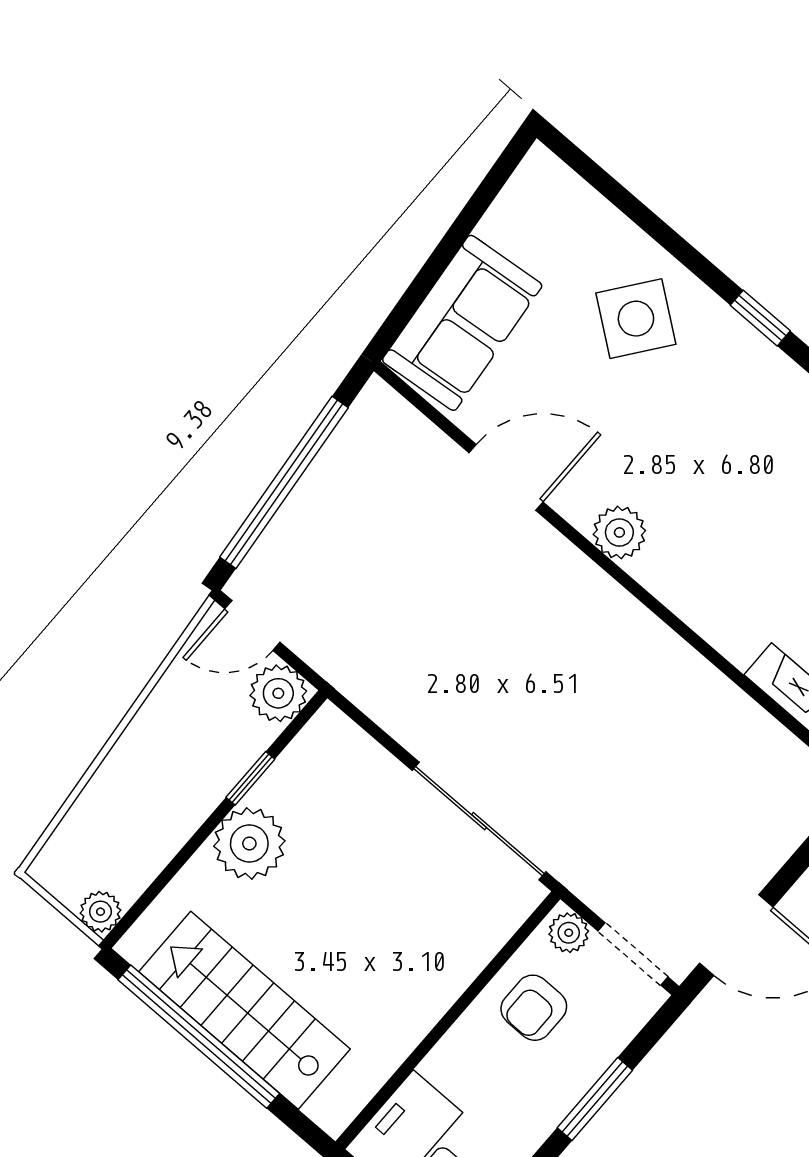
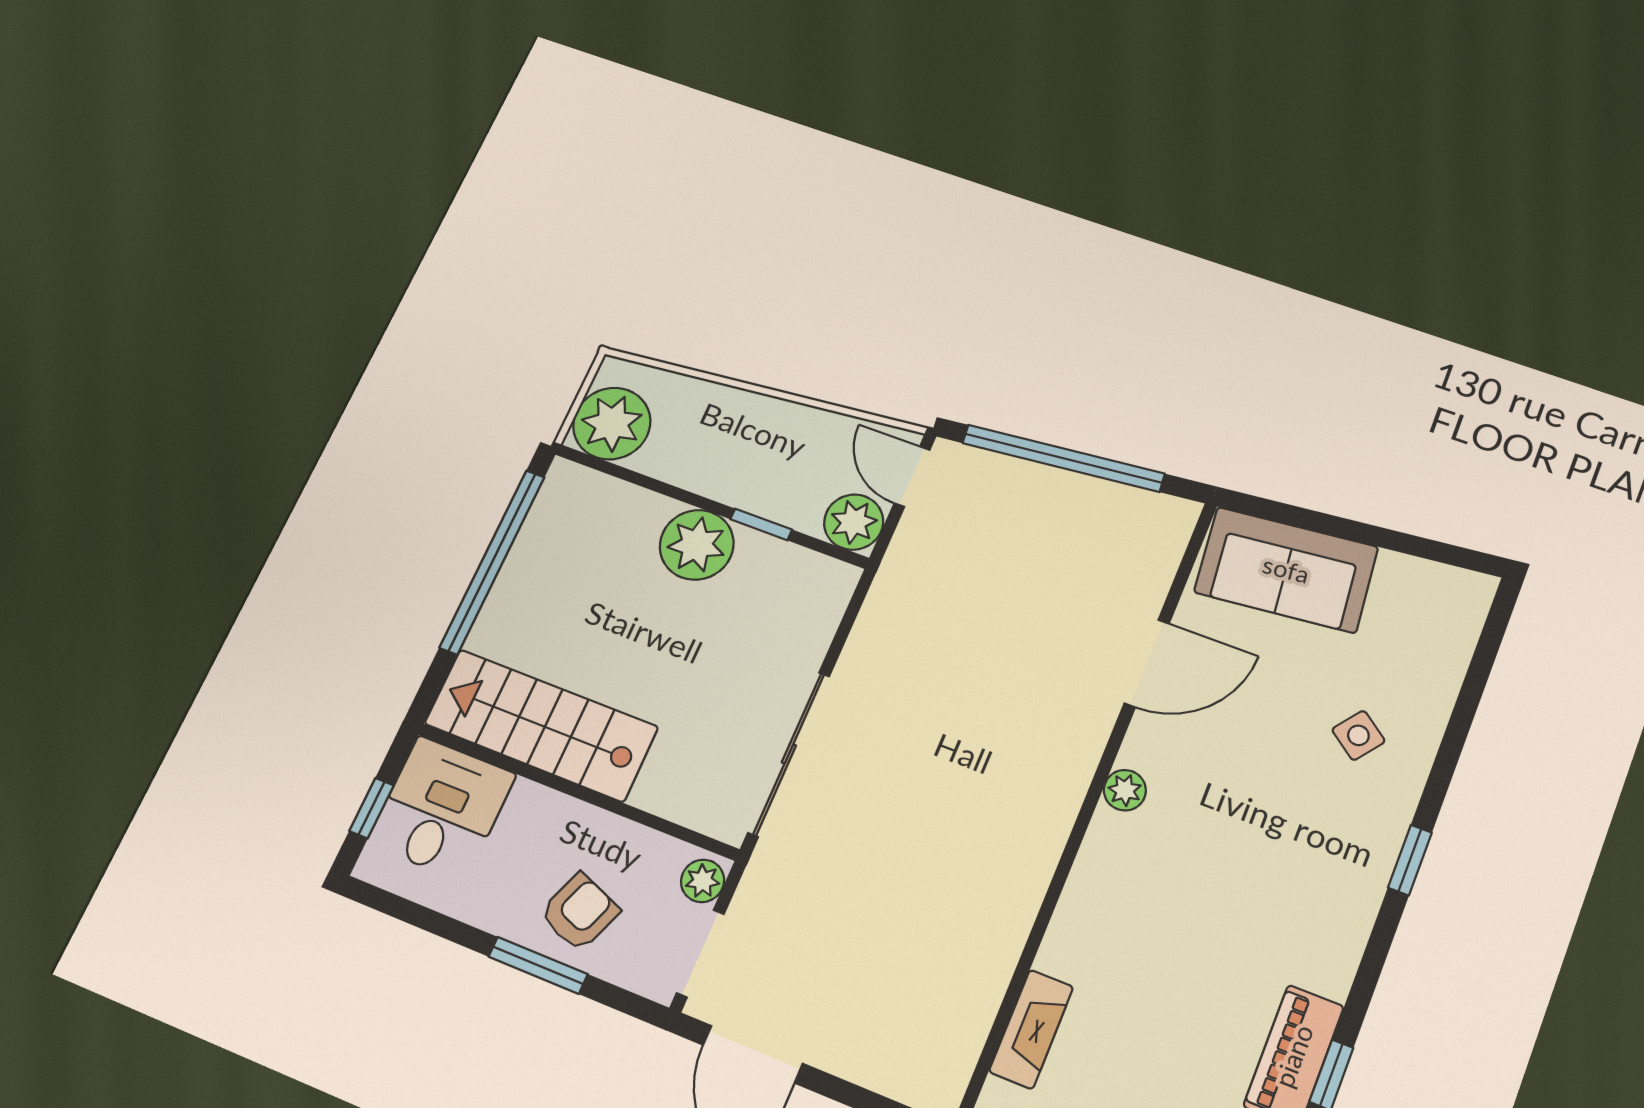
side table: (636, 319) -> (1358, 735), width x0.54, depth x0.54
door: (506, 477) -> (1147, 663), hinge flipped
plant: (619, 532) -> (1125, 790), width x0.73, depth x0.73
plant: (100, 912) -> (612, 423), width x1.88, depth x1.88
armchair: (534, 1008) -> (579, 912), moved, turned 111
stairs: (244, 1010) -> (541, 725), moved, turned -90

